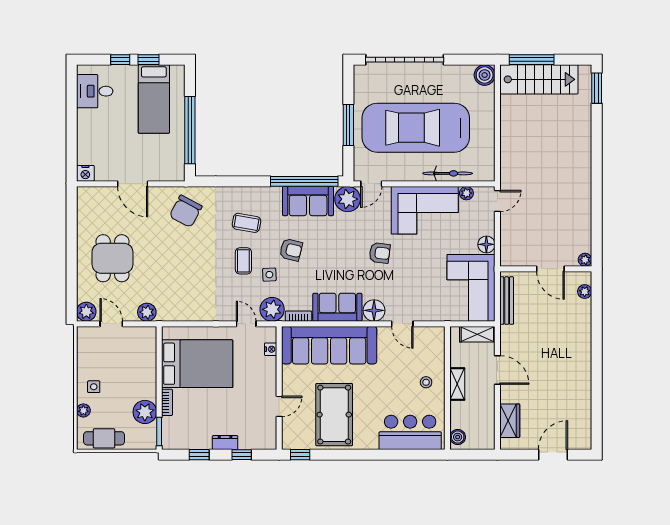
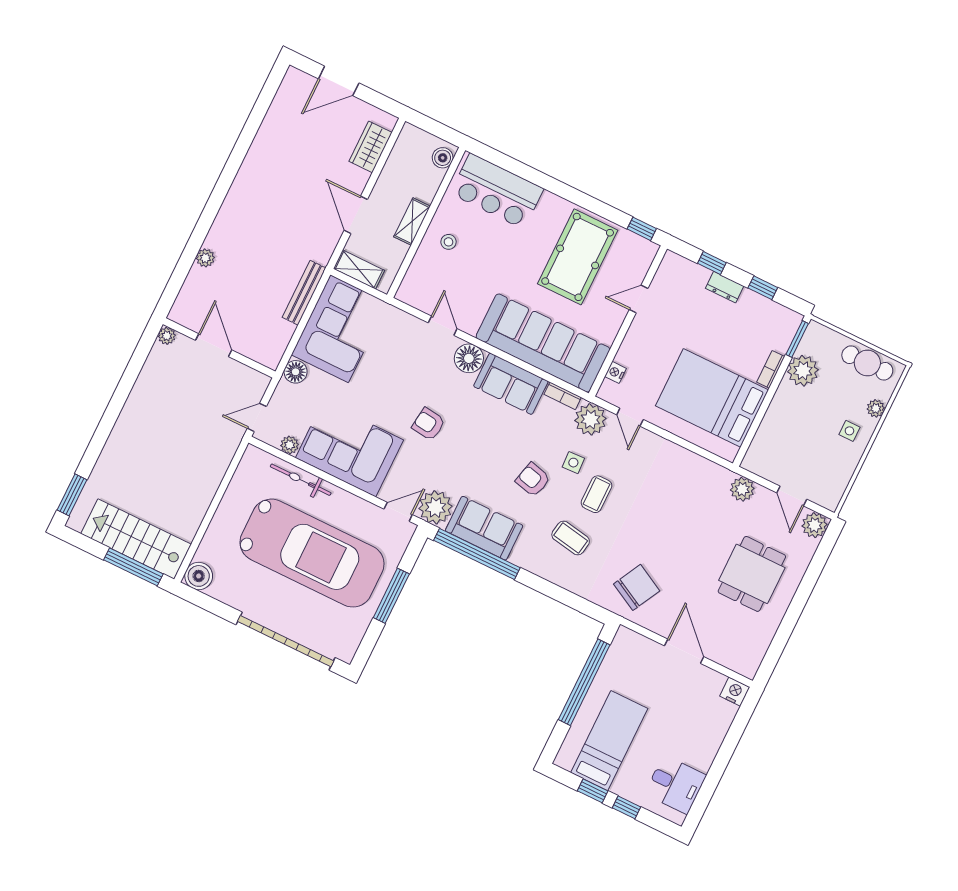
plant: (585, 260) -> (167, 336), moved
wall: (546, 269) -> (219, 348), moved
door: (550, 269) -> (214, 345), moved

